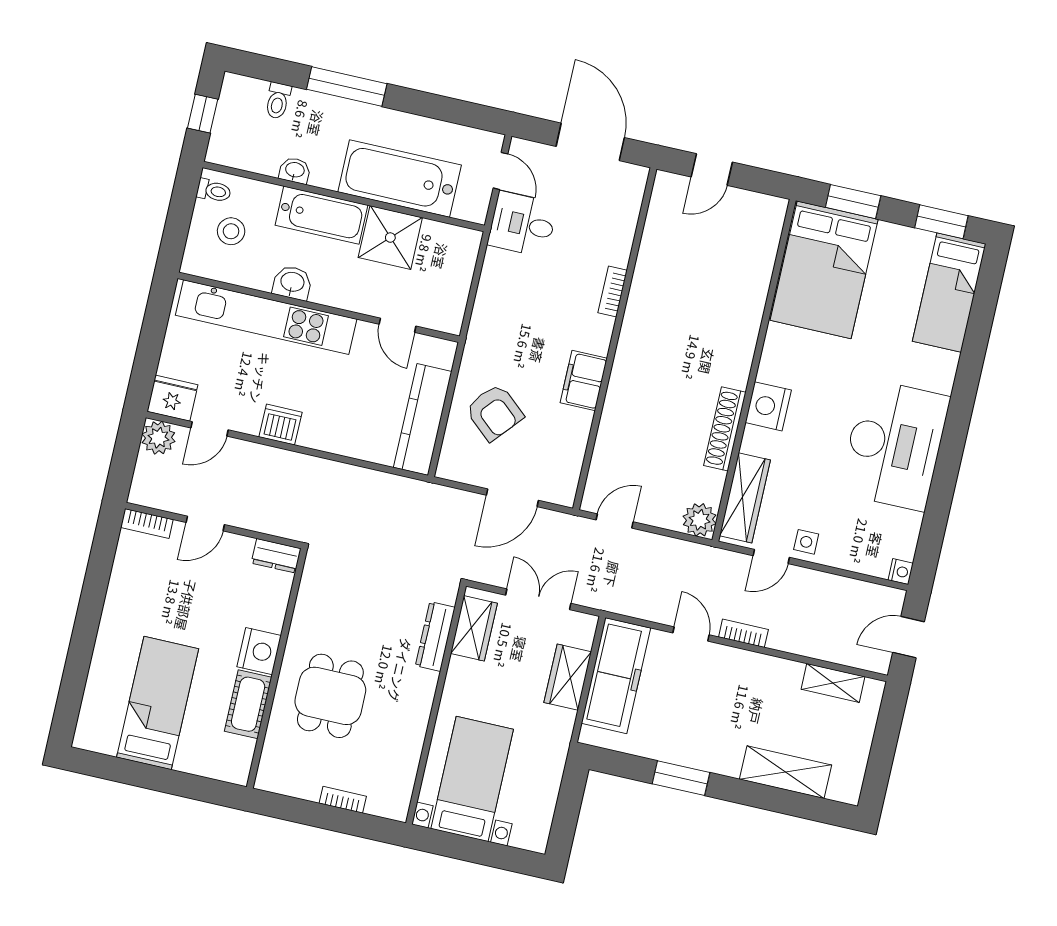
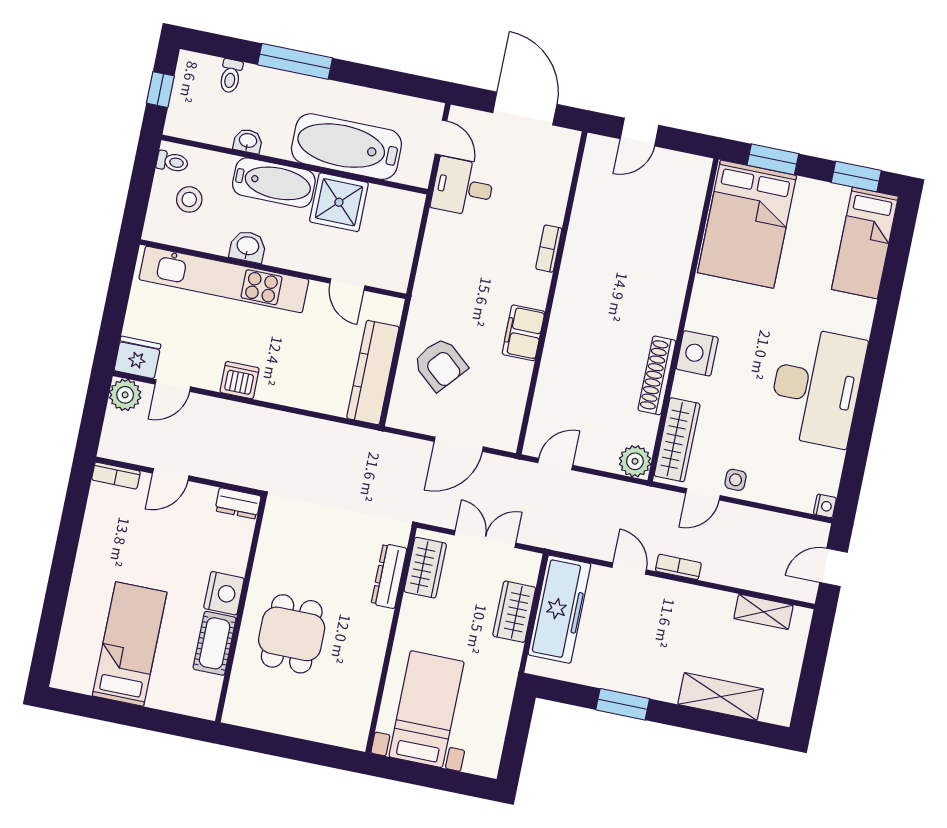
bookcase: (343, 800) -> (305, 731), removed

